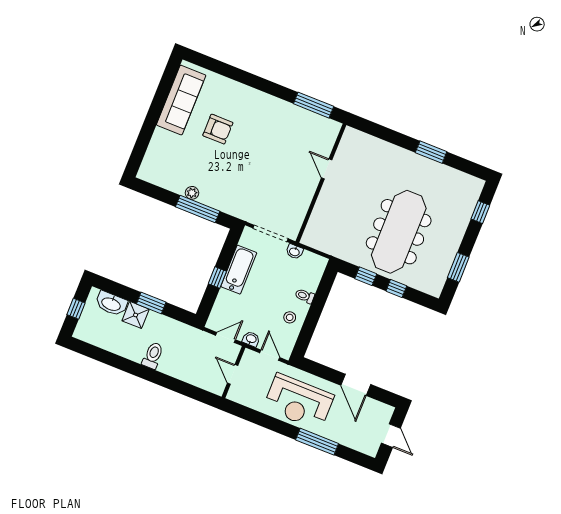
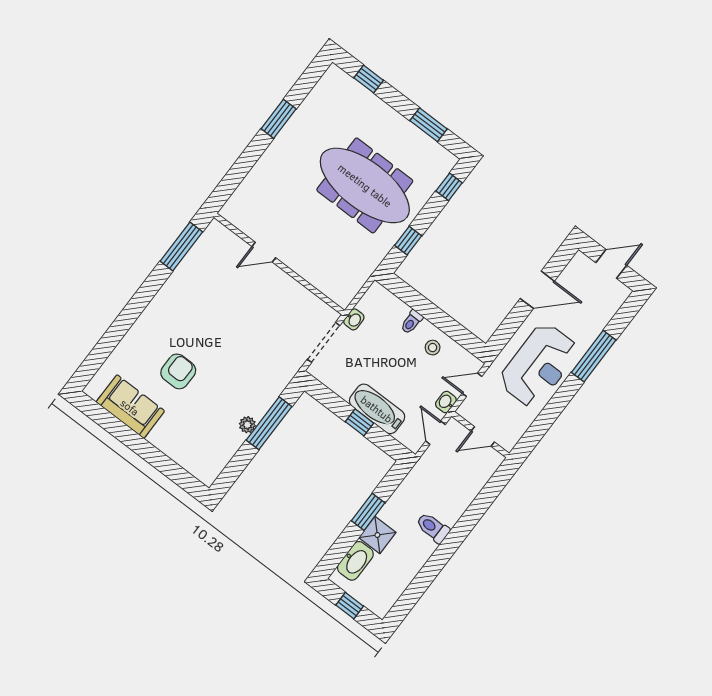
sofa: (181, 100) -> (130, 407), width x0.73
bathtub: (239, 270) -> (377, 409), moved
window: (396, 288) -> (449, 187), moved

